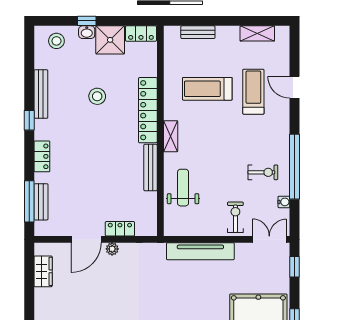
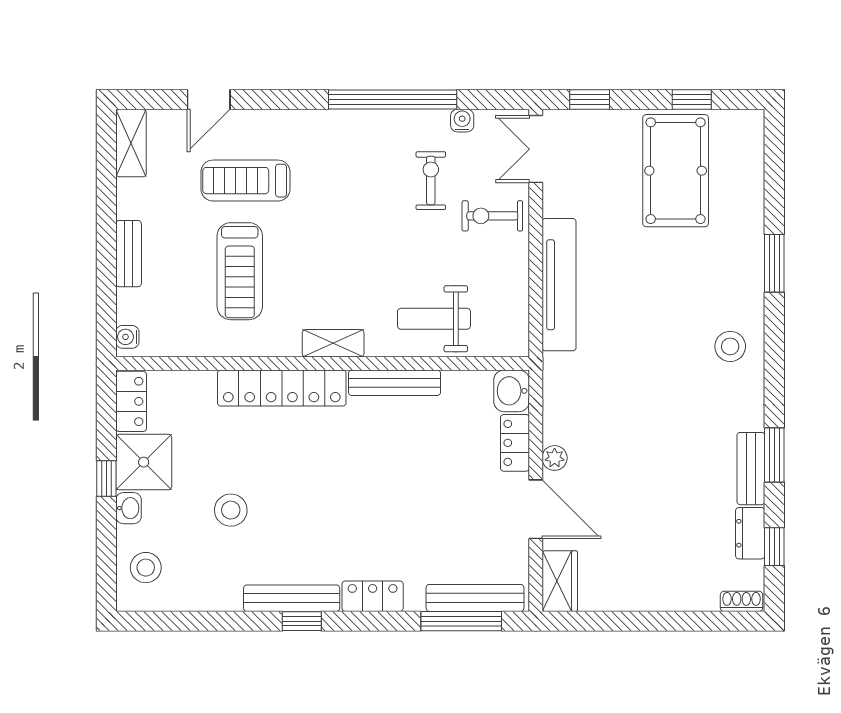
window: (87, 21) -> (106, 478), moved
water cooler: (174, 32) -> (127, 337), added
bench: (198, 32) -> (129, 254), moved
shelving: (257, 33) -> (131, 143), moved
door: (295, 87) -> (209, 99), moved
bench: (41, 94) -> (292, 598), moved
stool: (97, 96) -> (231, 510), moved
exercise bike: (263, 172) -> (431, 181), moved
bench: (41, 202) -> (475, 598), width x1.36
washbasin: (146, 227) -> (512, 391), added
wardrobe: (43, 271) -> (560, 581), moved, turned 90

